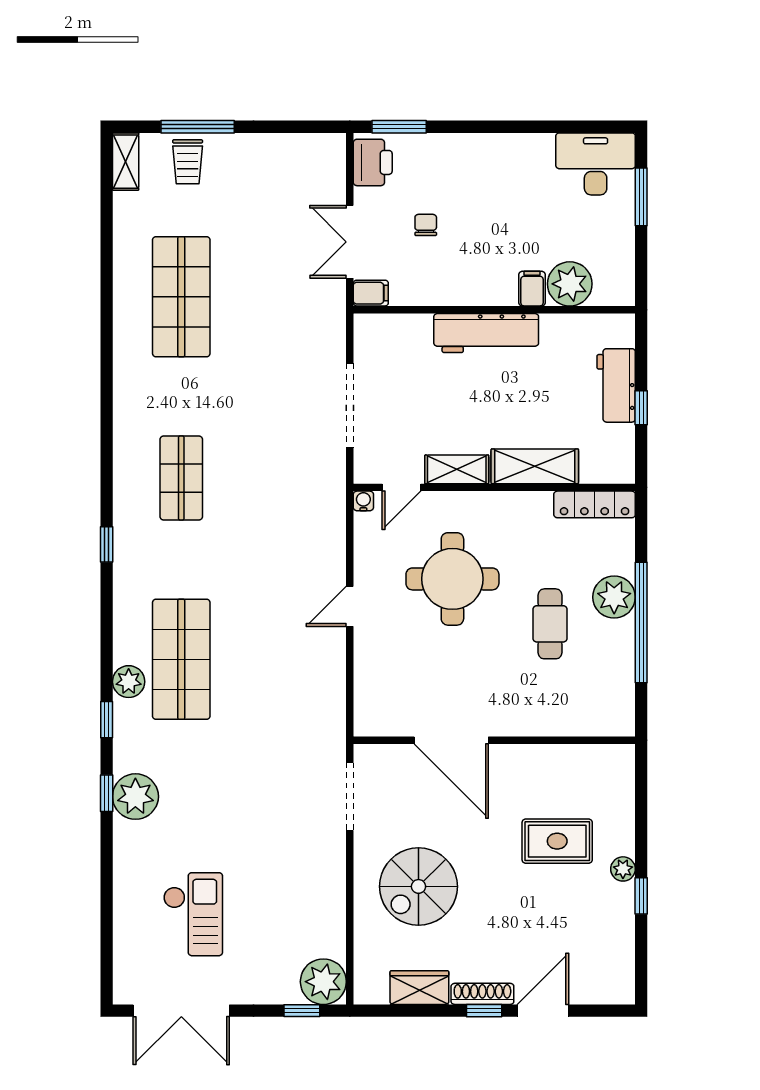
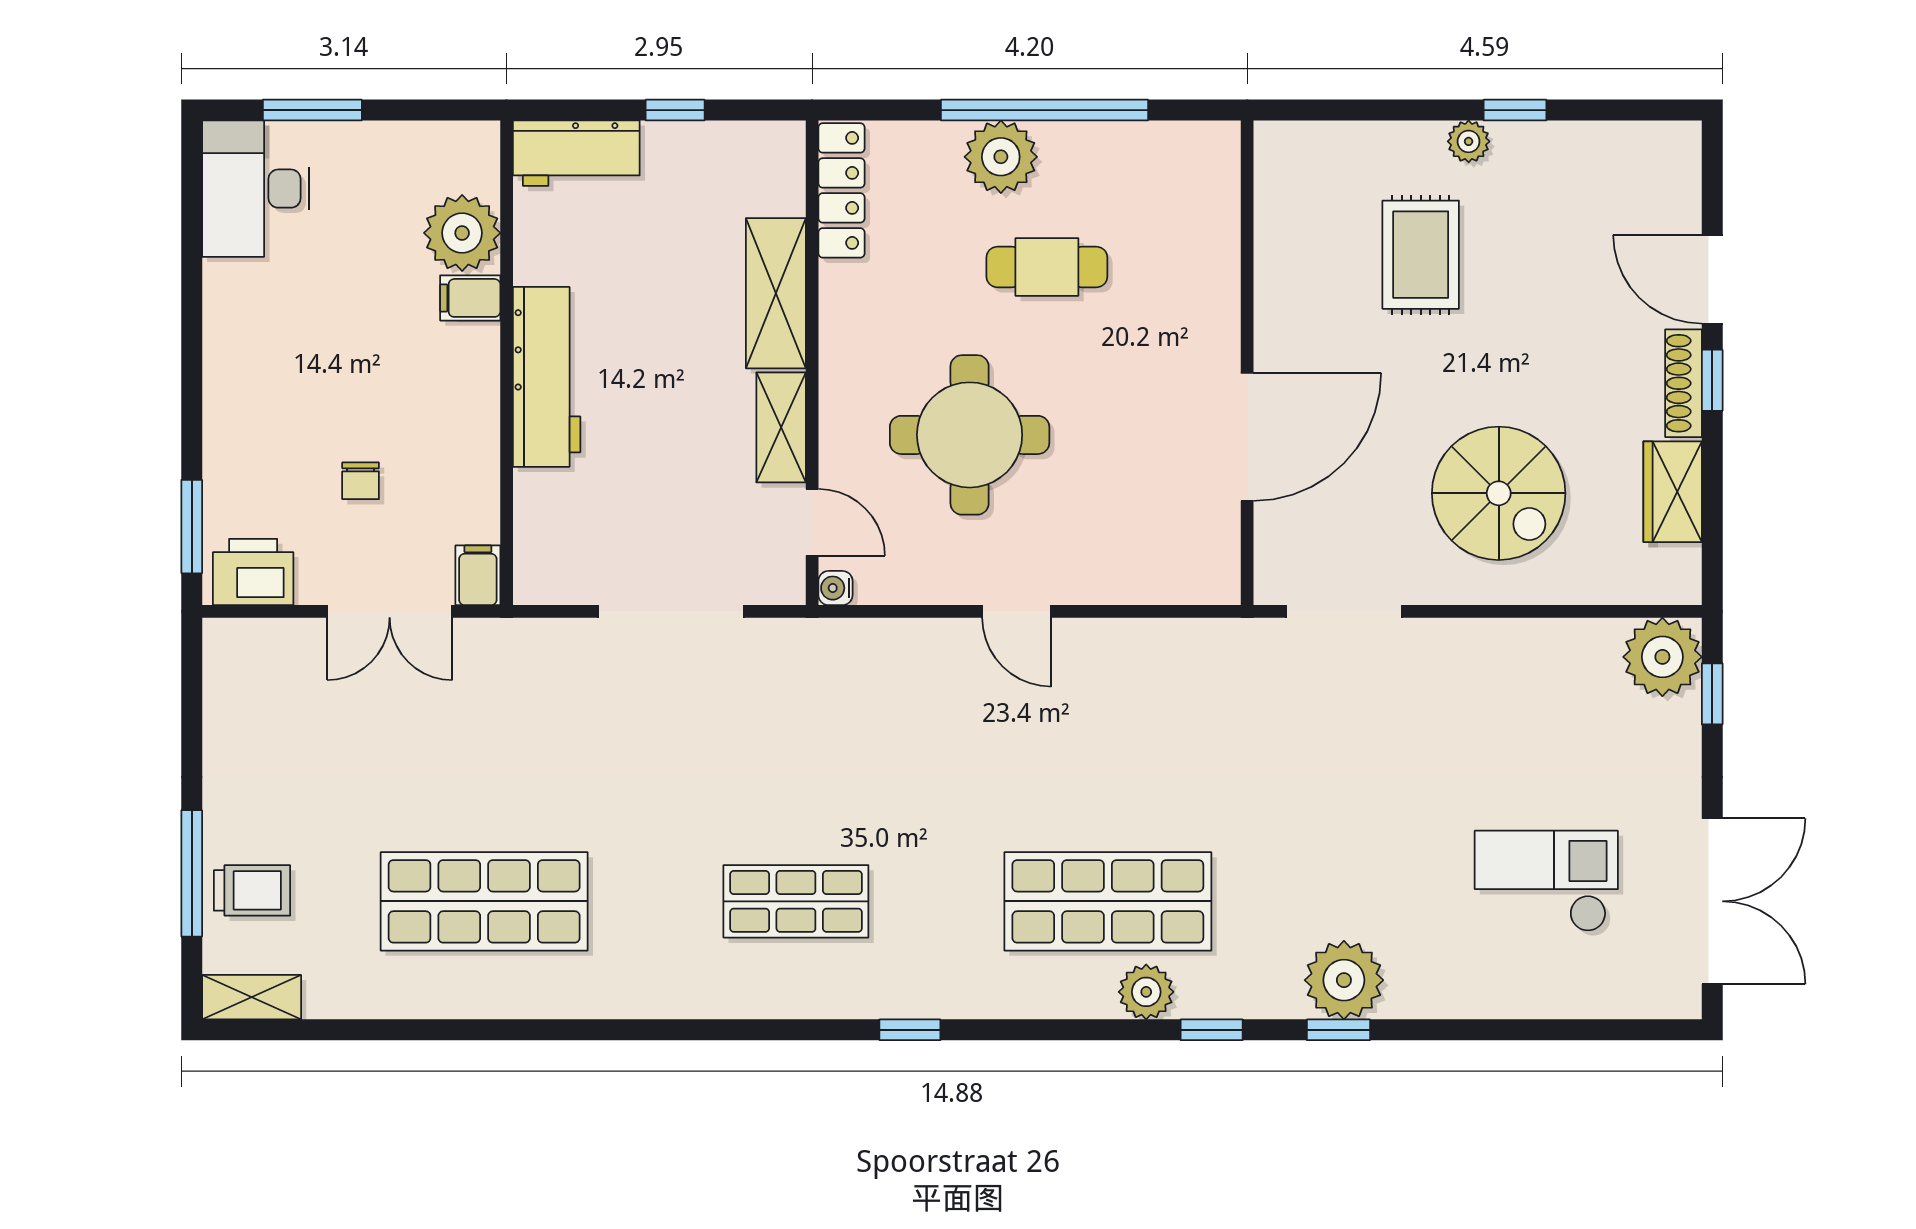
chair: (426, 225) -> (361, 481), turned -90
workbench: (616, 385) -> (576, 153), moved

